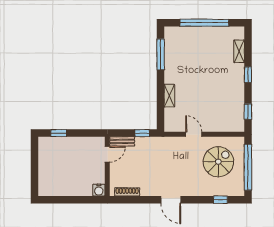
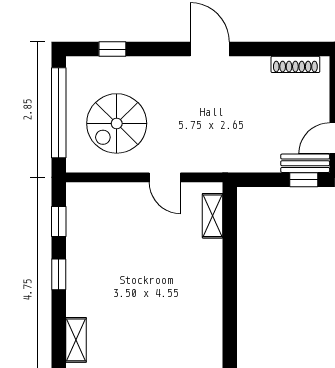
window: (161, 54) -> (230, 334), removed
window: (248, 75) -> (59, 274), moved
shelving: (169, 96) -> (213, 216), moved
window: (142, 133) -> (304, 180), moved

